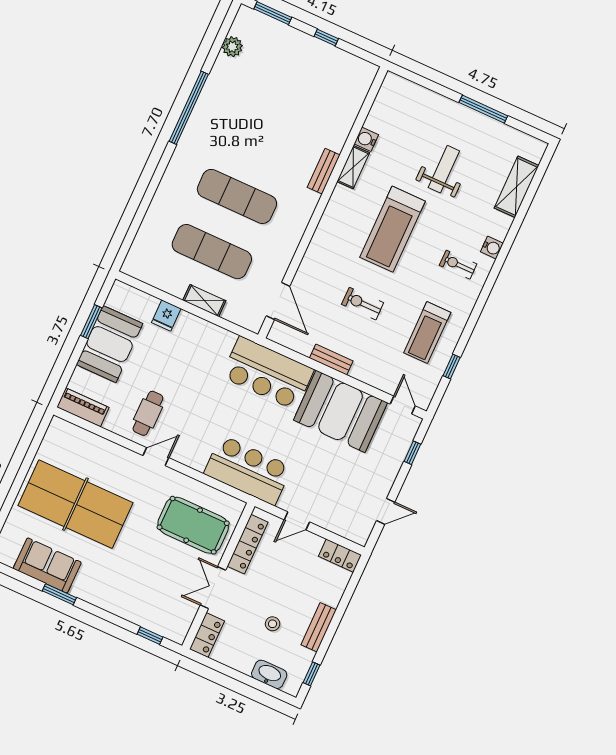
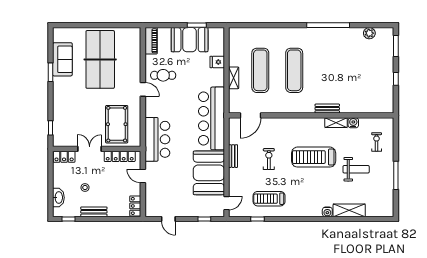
shelving: (517, 187) -> (349, 210), moved
exercise bike: (458, 265) -> (377, 142), moved
bar counter: (268, 373) -> (211, 118), width x1.36

